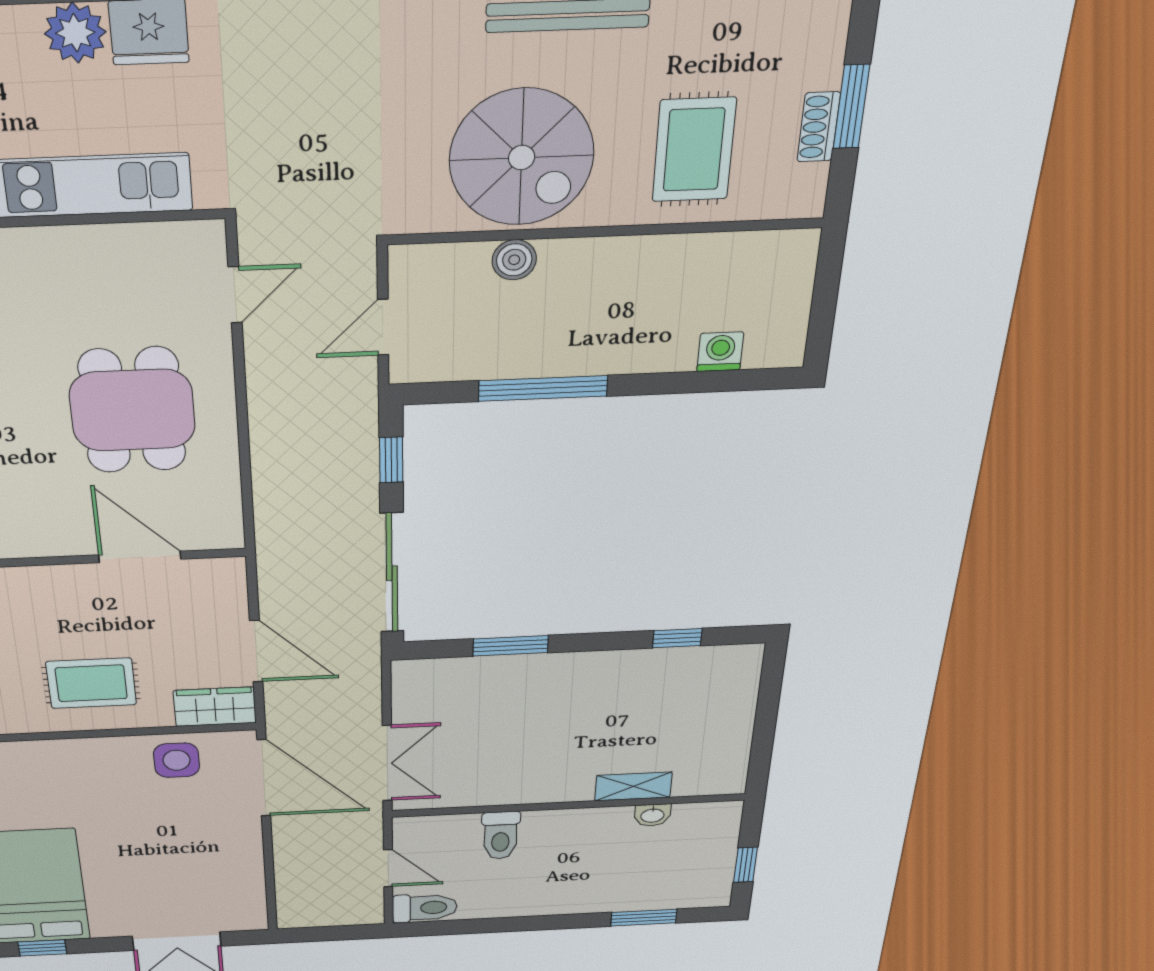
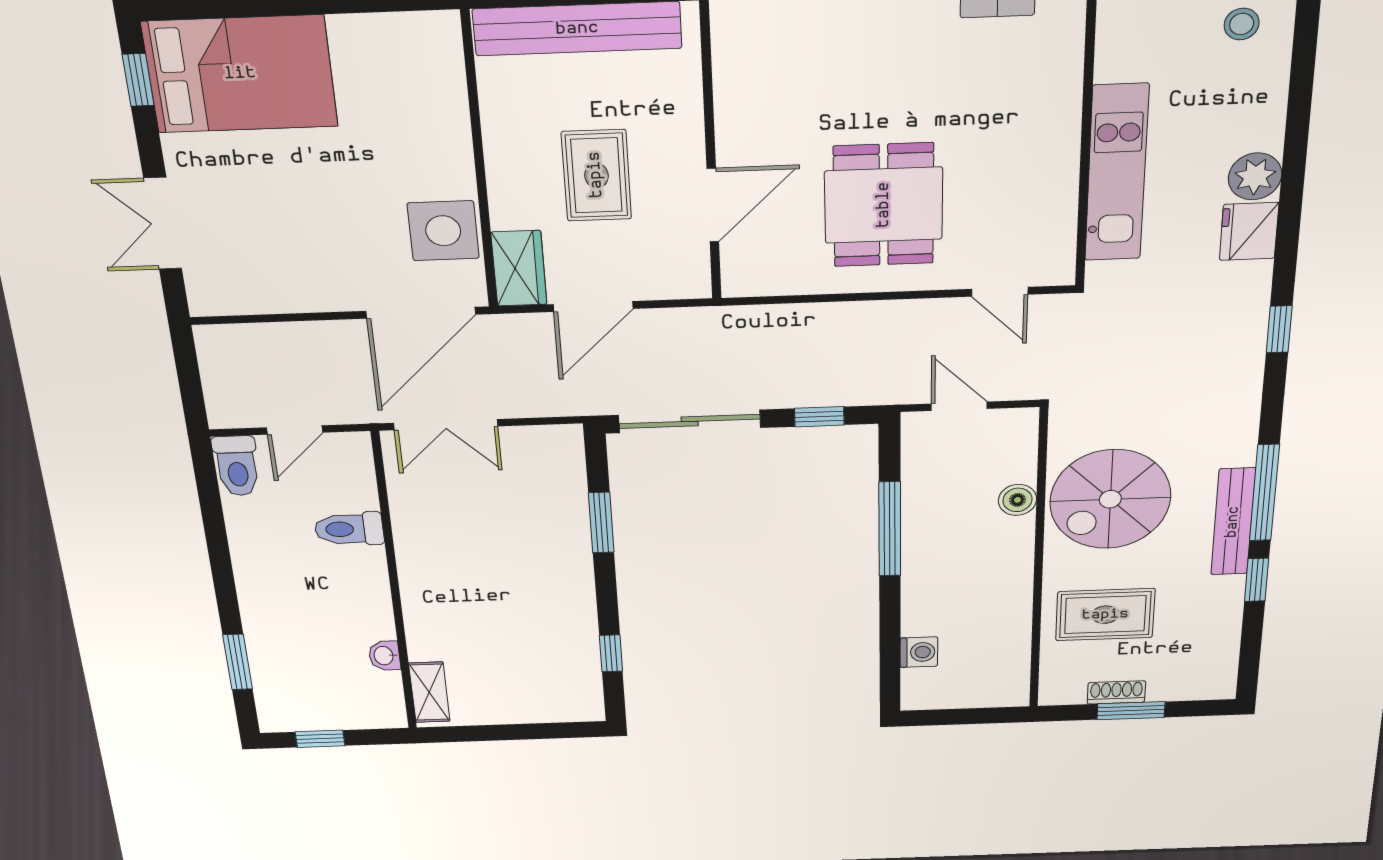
dining table: (132, 410) -> (884, 205), turned 90
rug: (91, 683) -> (596, 175), moved
side table: (177, 760) -> (443, 231), width x1.37, depth x1.37
shelving: (633, 786) -> (429, 692), moved

